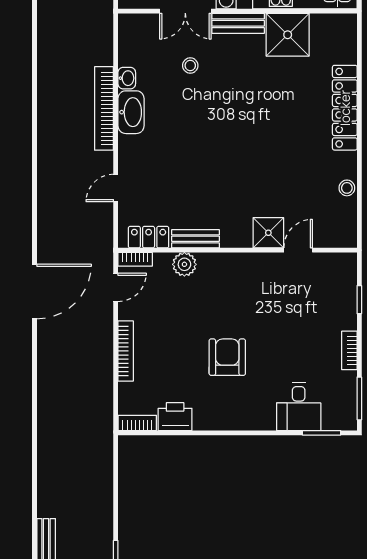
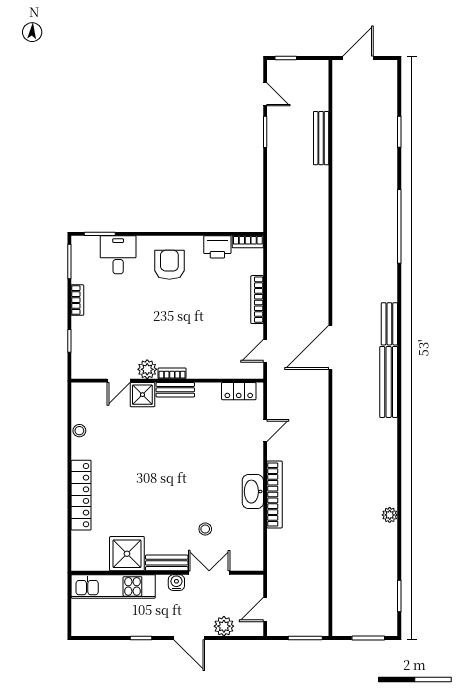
washbasin: (127, 78) -> (256, 519), removed
bench: (196, 239) -> (175, 390), moved
bookcase: (135, 259) -> (172, 373), moved
plant: (184, 264) -> (147, 369), moved
armchair: (227, 357) -> (169, 265), moved, turned 180

